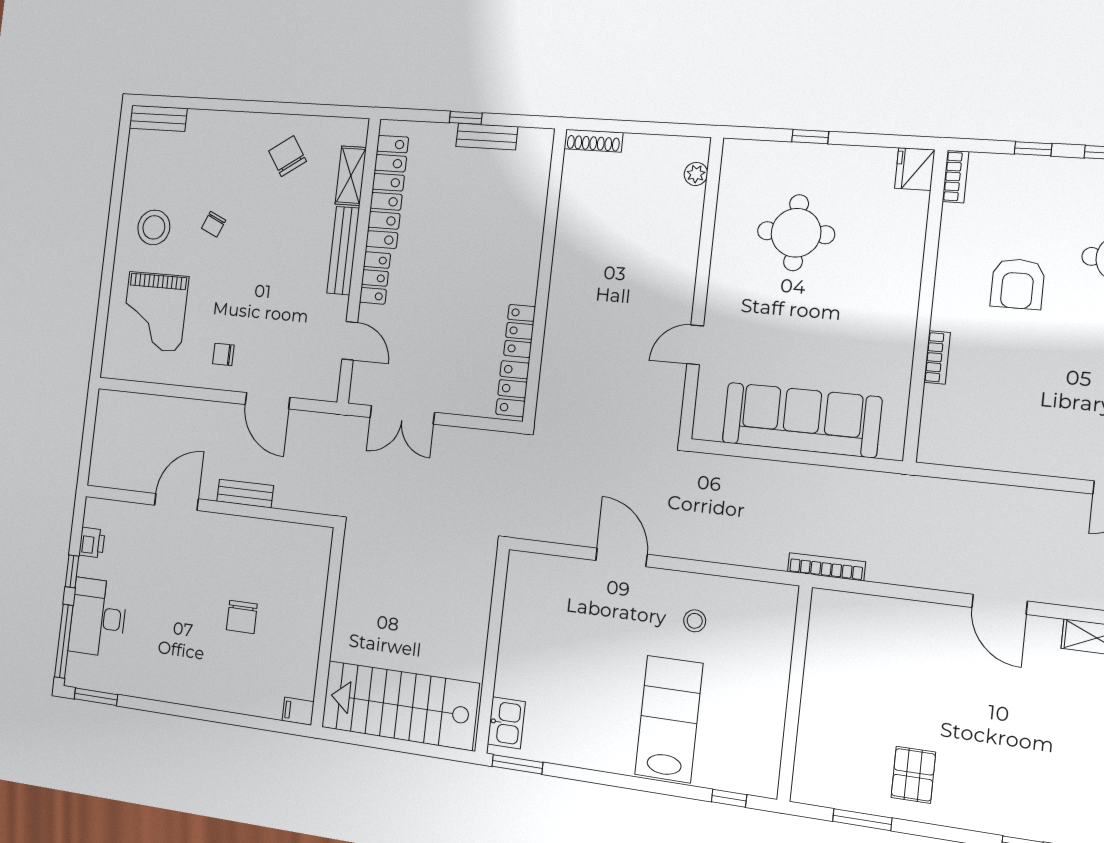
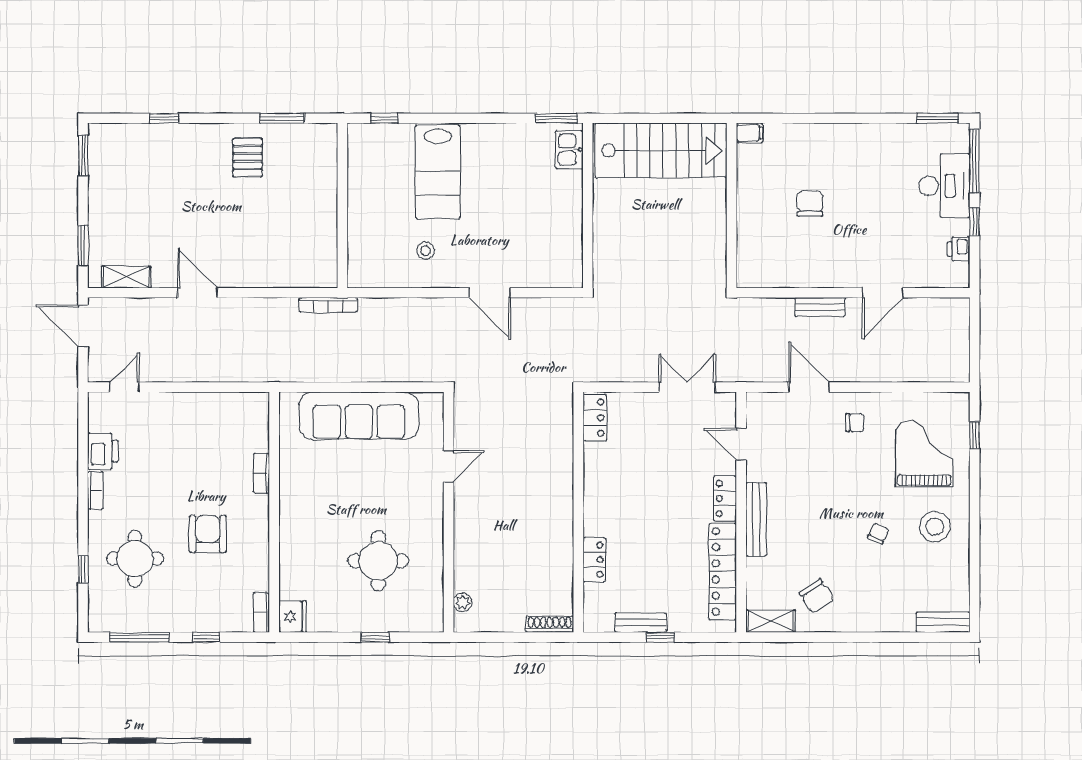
shelving: (351, 176) -> (771, 621), moved, turned 90
window: (101, 328) -> (975, 435), added
locker: (520, 331) -> (594, 560), moved

